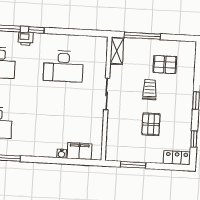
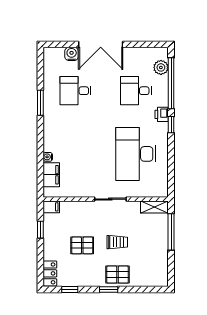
pallet: (165, 65) -> (118, 275), moved, turned 90
desk: (63, 66) -> (136, 154), width x1.36, depth x1.30
filing cabinet: (111, 153) -> (51, 207), added
window: (133, 165) -> (40, 230), width x0.67

